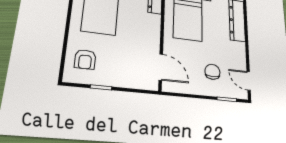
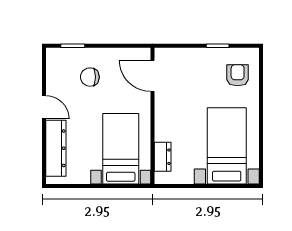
chair: (212, 72) -> (90, 77), turned 90
door: (249, 81) -> (44, 107), moved

